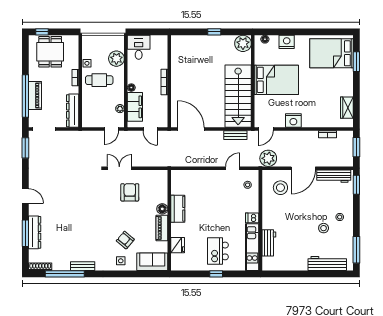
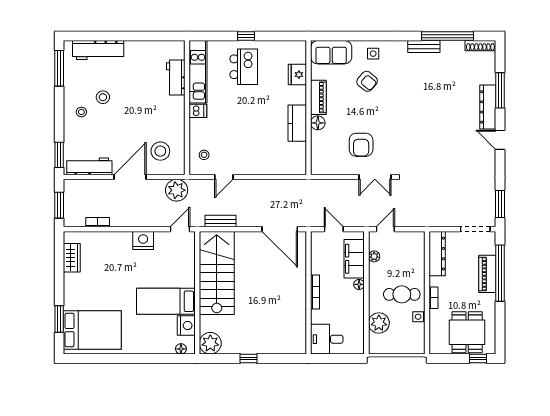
nightstand: (287, 42) -> (186, 326), moved, turned -90
desk: (139, 47) -> (327, 339), moved, turned 90
bed: (276, 80) -> (166, 301), width x0.67
dresser: (35, 232) -> (488, 107), moved

